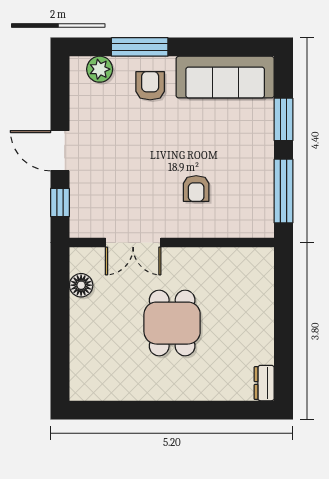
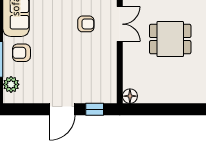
double door: (133, 242) -> (120, 24), moved
floor lamp: (81, 285) -> (130, 96), moved

